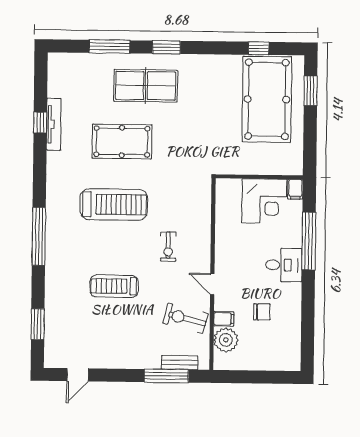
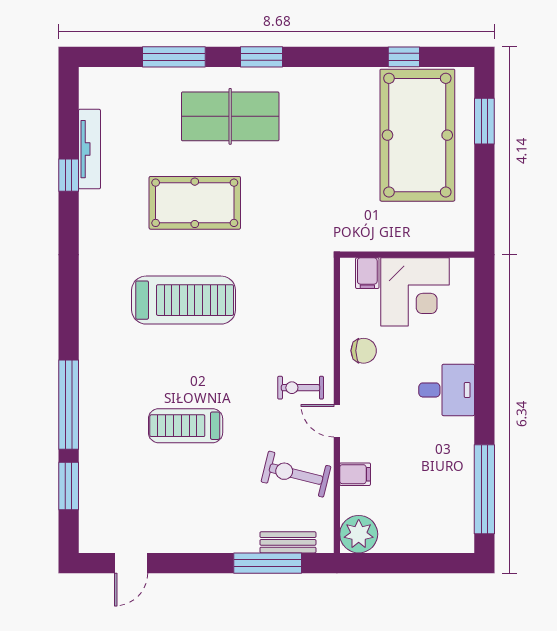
tv unit: (54, 124) -> (89, 149), moved
filing cabinet: (295, 189) -> (367, 273), moved
window: (39, 236) -> (69, 405), moved
window: (309, 241) -> (484, 489), moved
exercise bike: (168, 247) -> (301, 388), moved, turned 90
chair: (262, 312) -> (364, 351), moved
plant: (226, 340) -> (359, 534), moved

